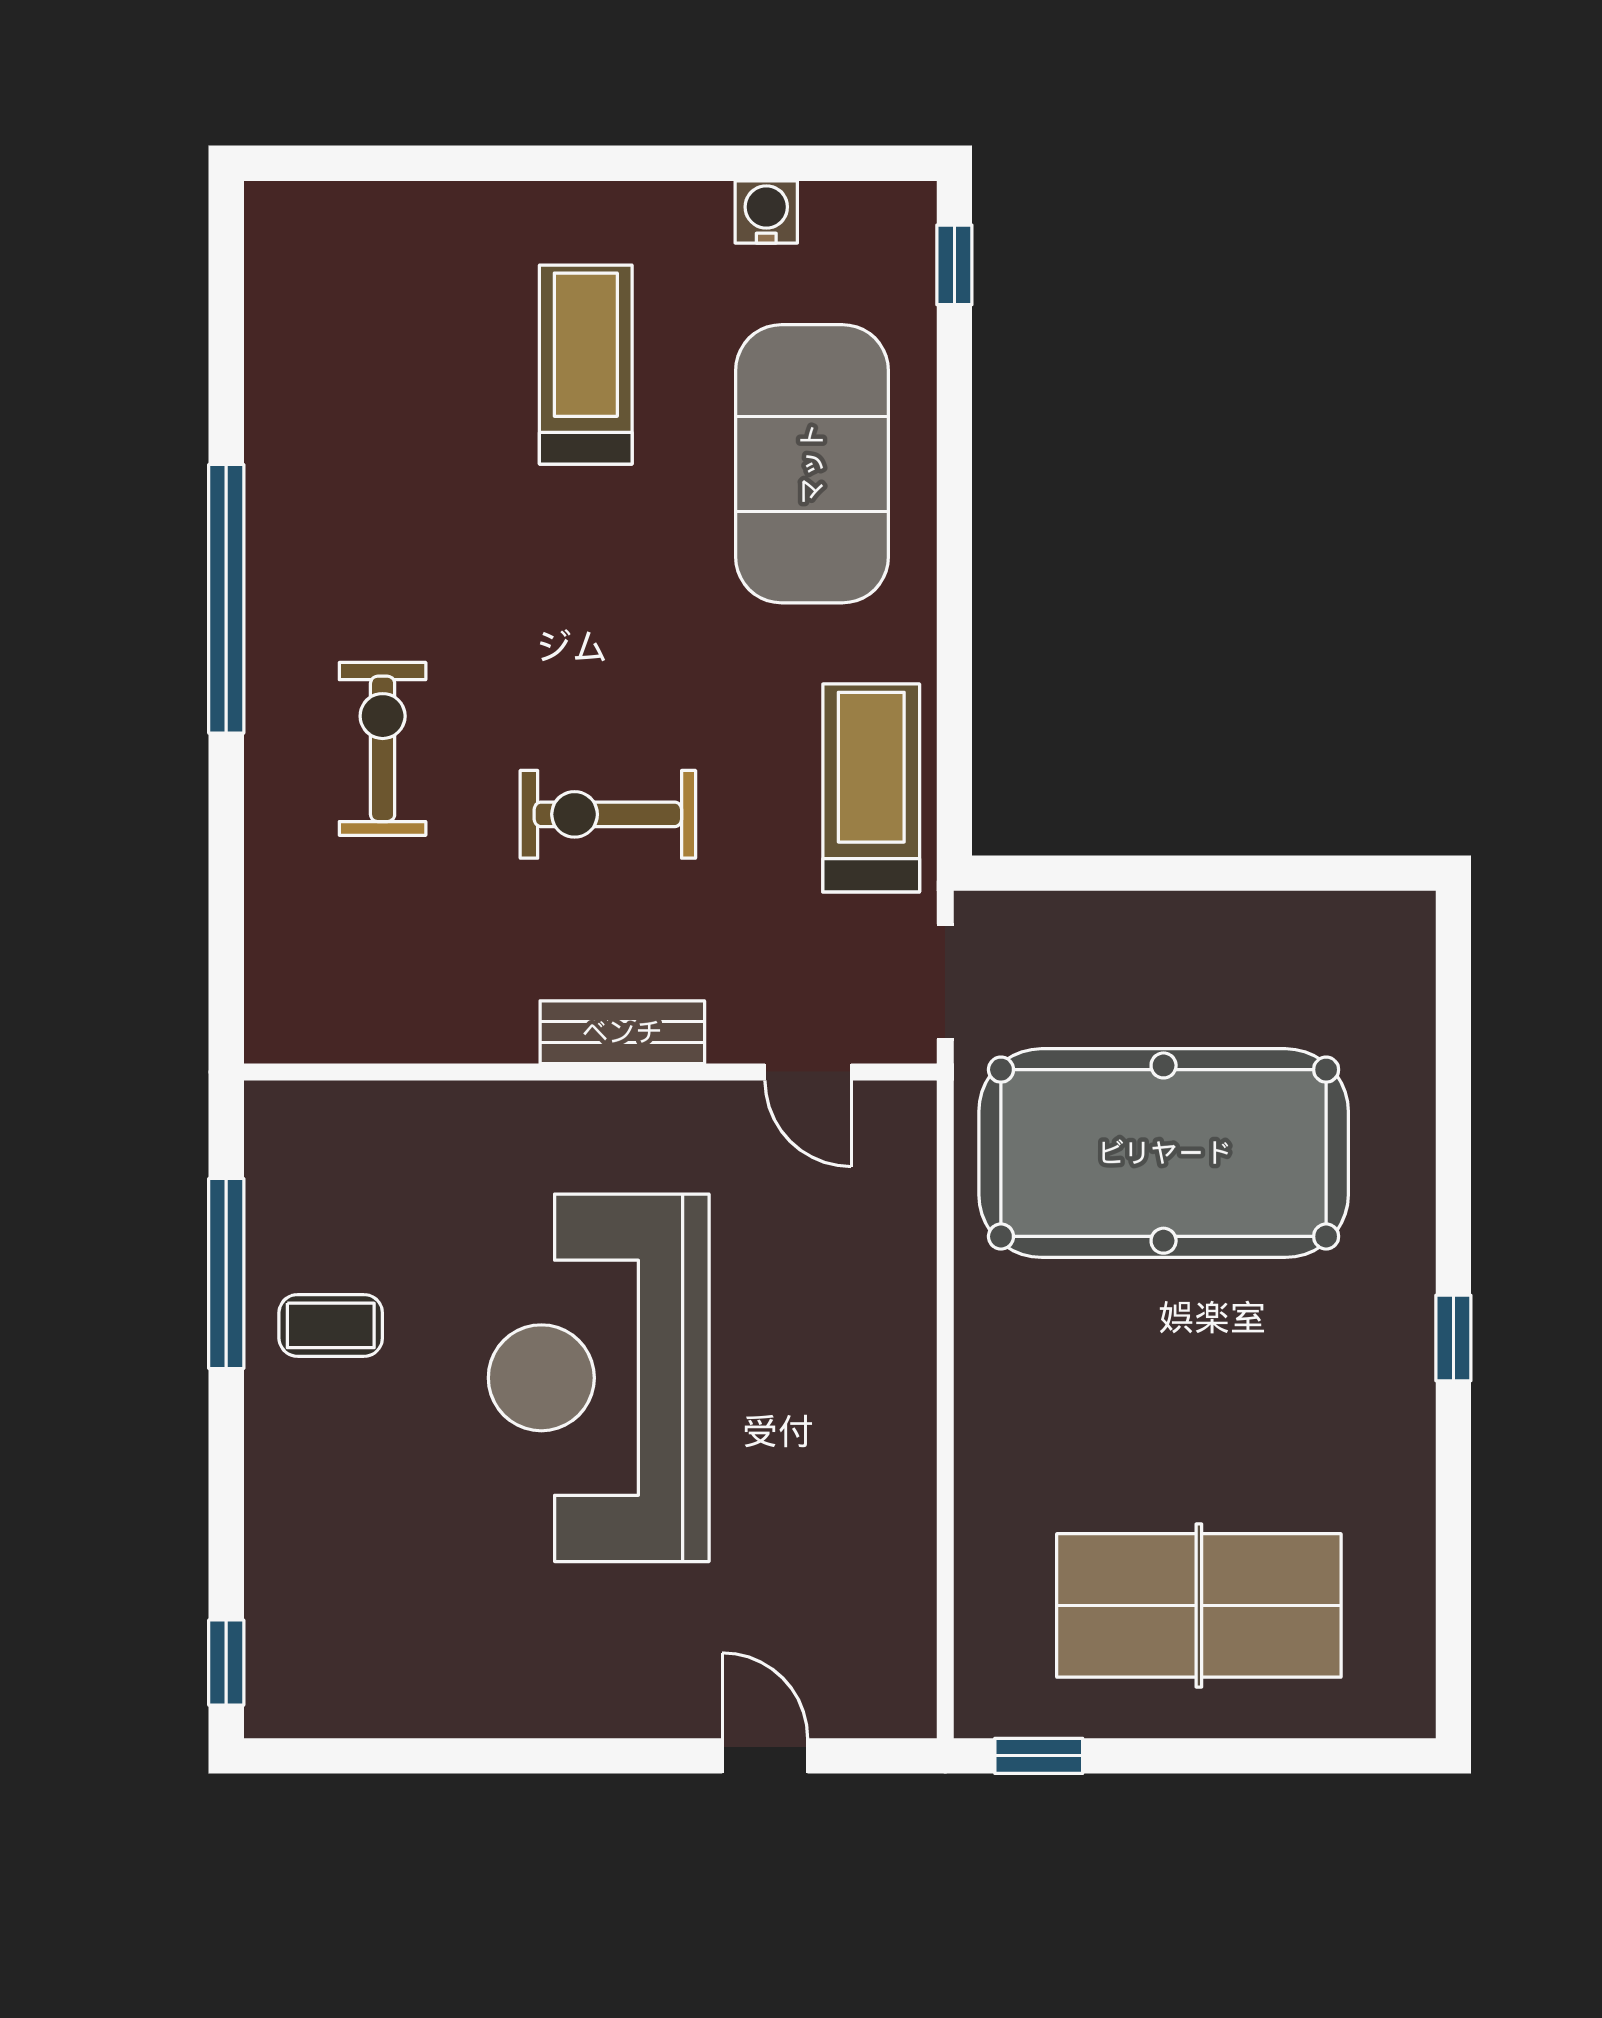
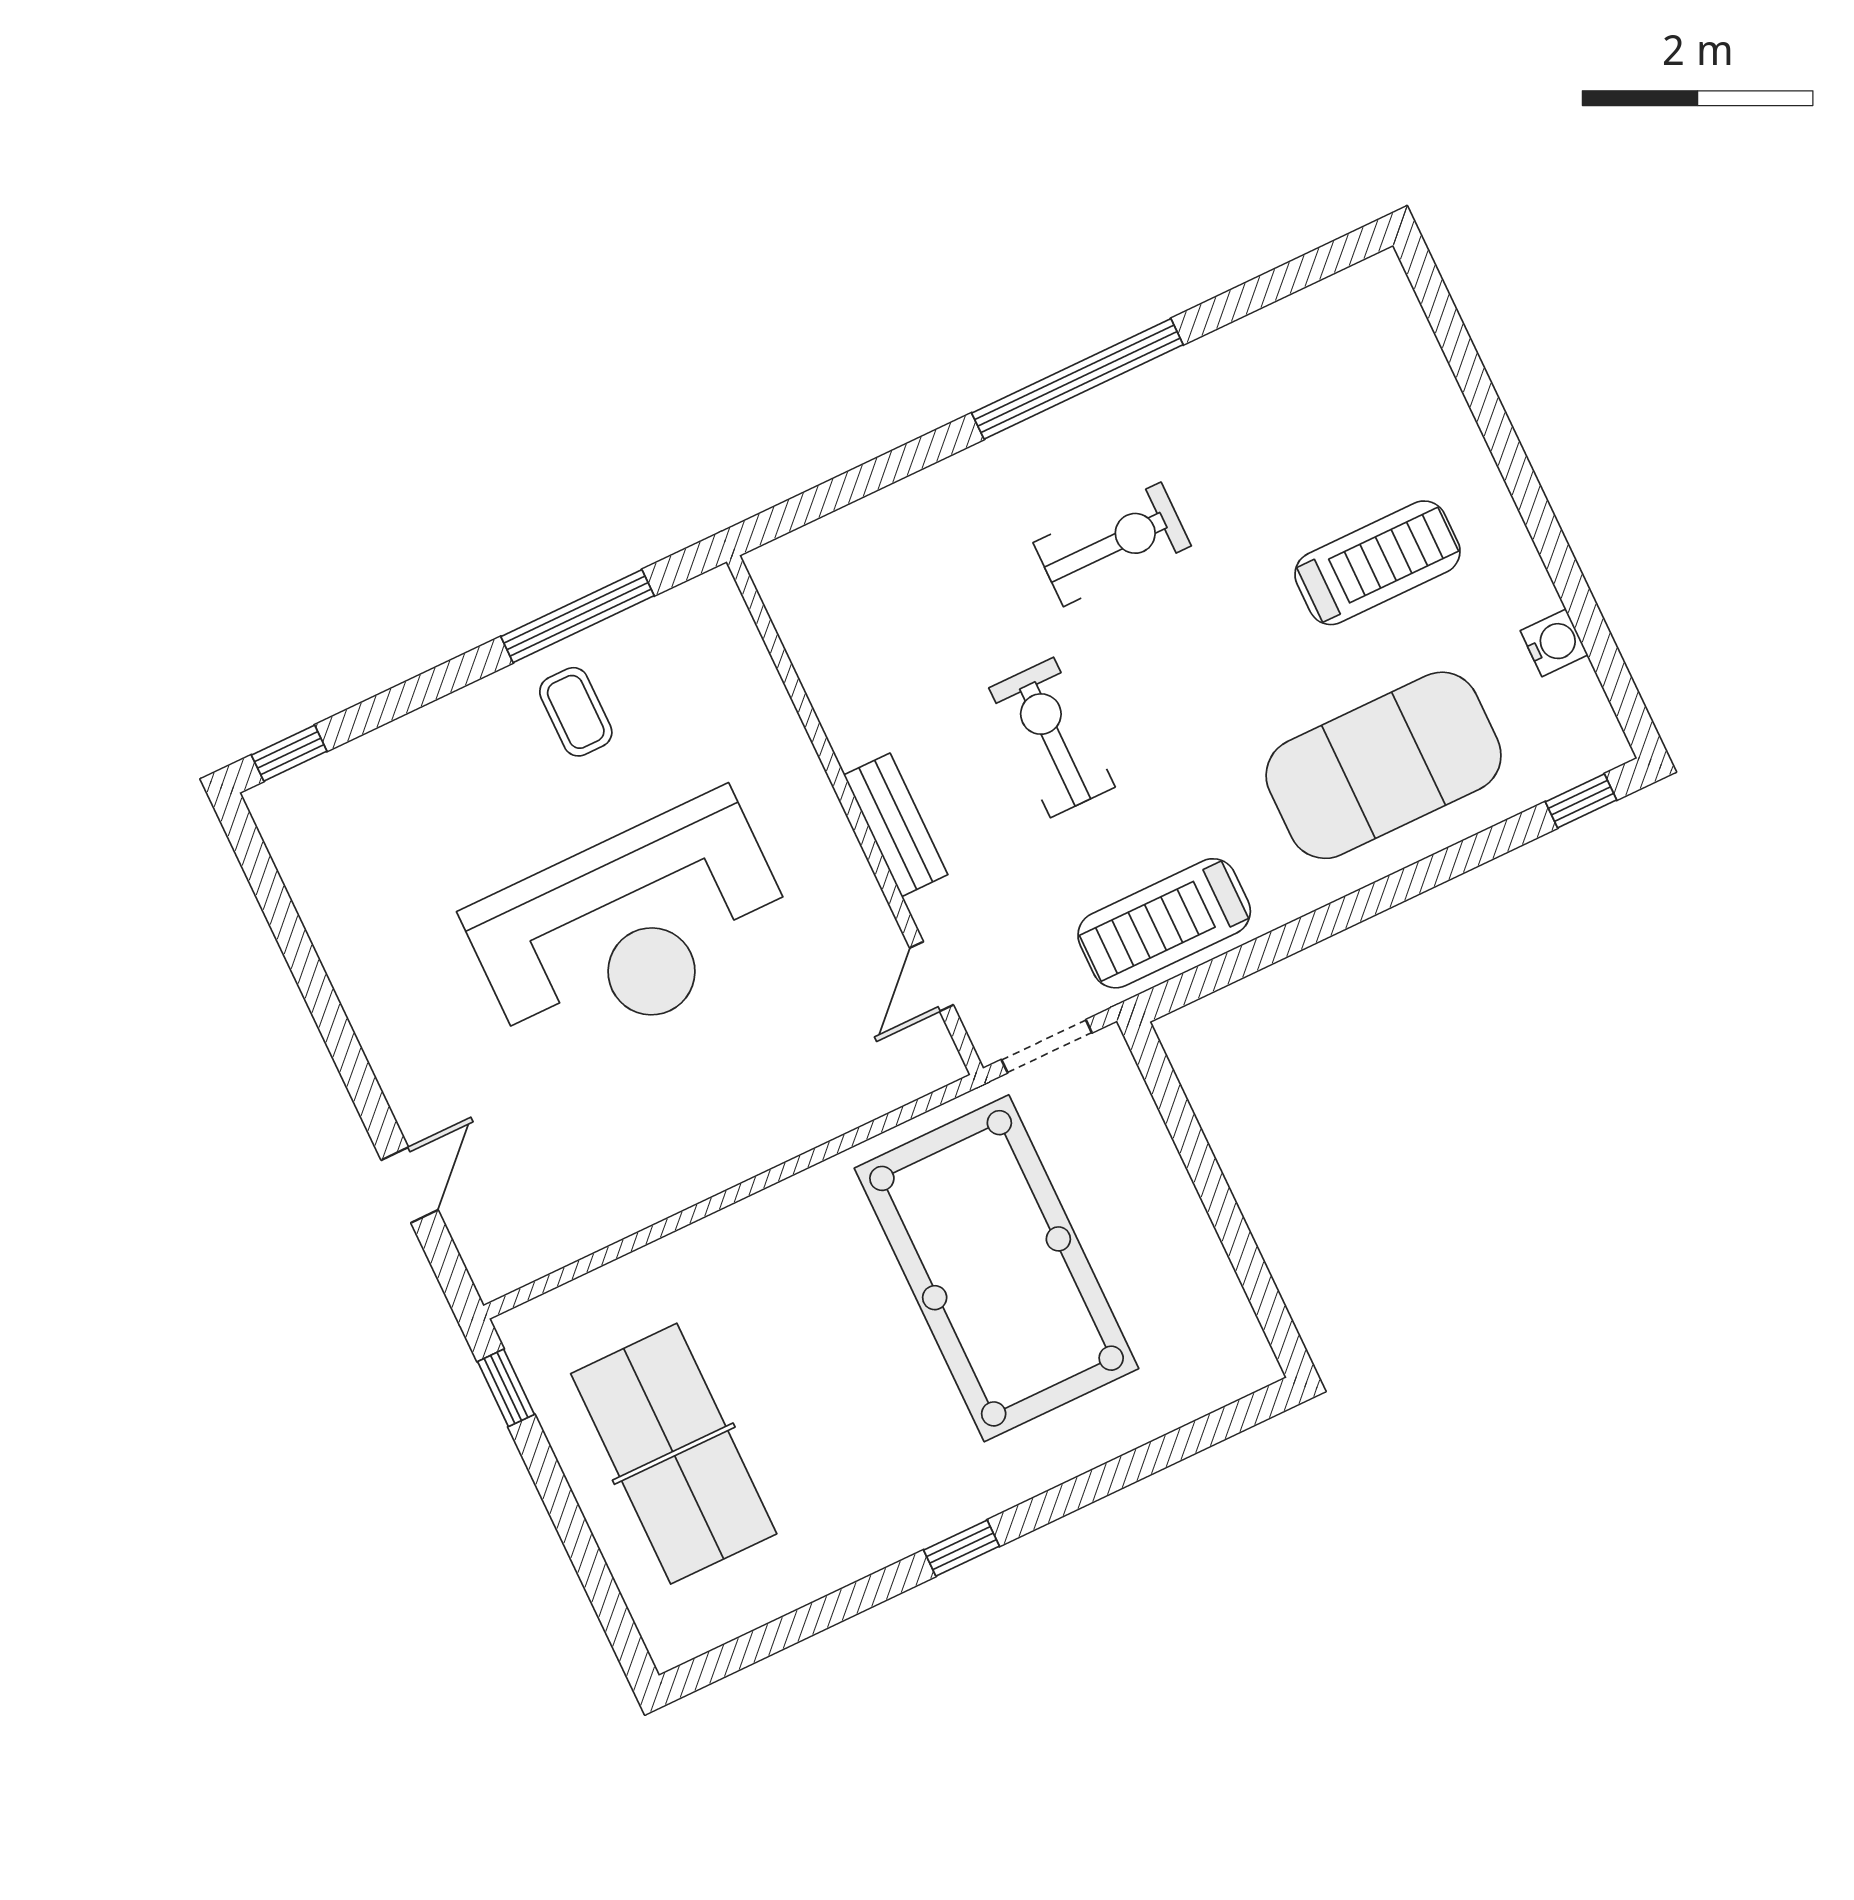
exercise bike: (383, 749) -> (1112, 544), moved
treadmill: (871, 788) -> (1164, 923), turned 180
reception desk: (599, 1378) -> (631, 929), turned 180

